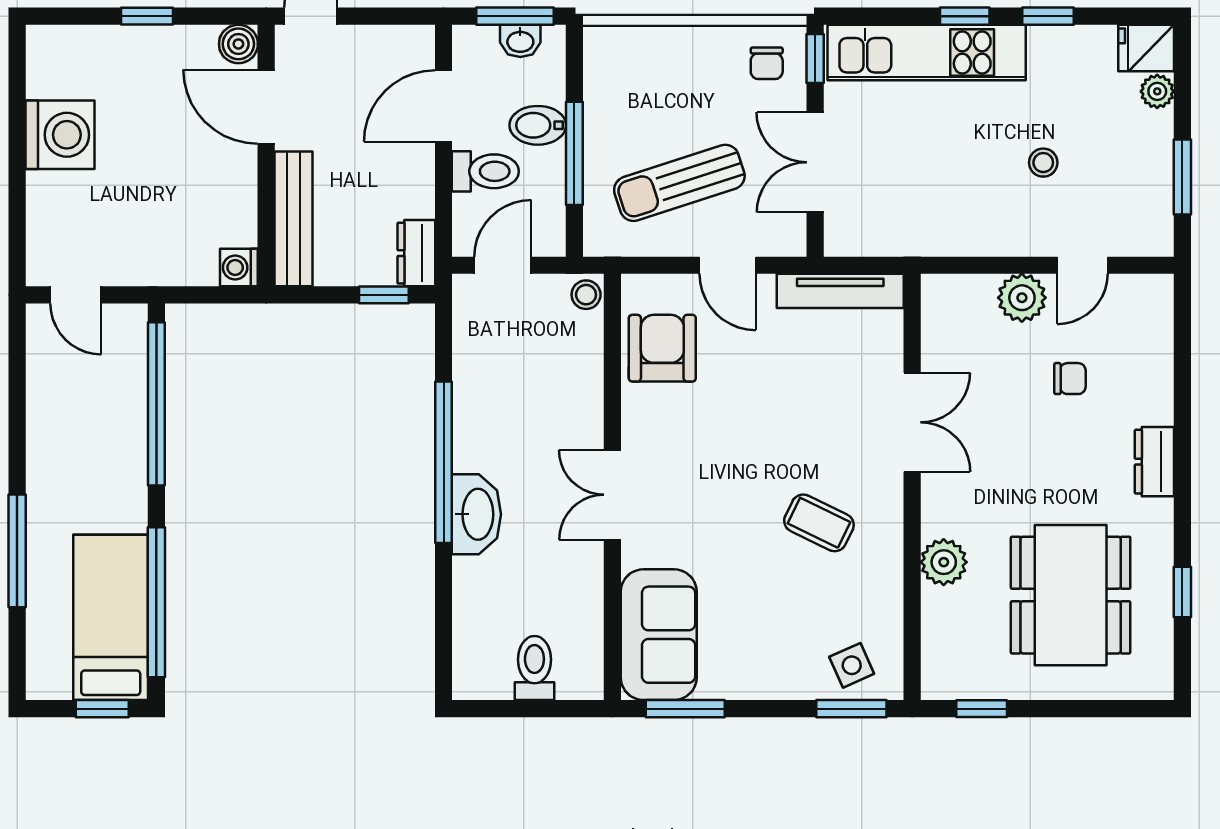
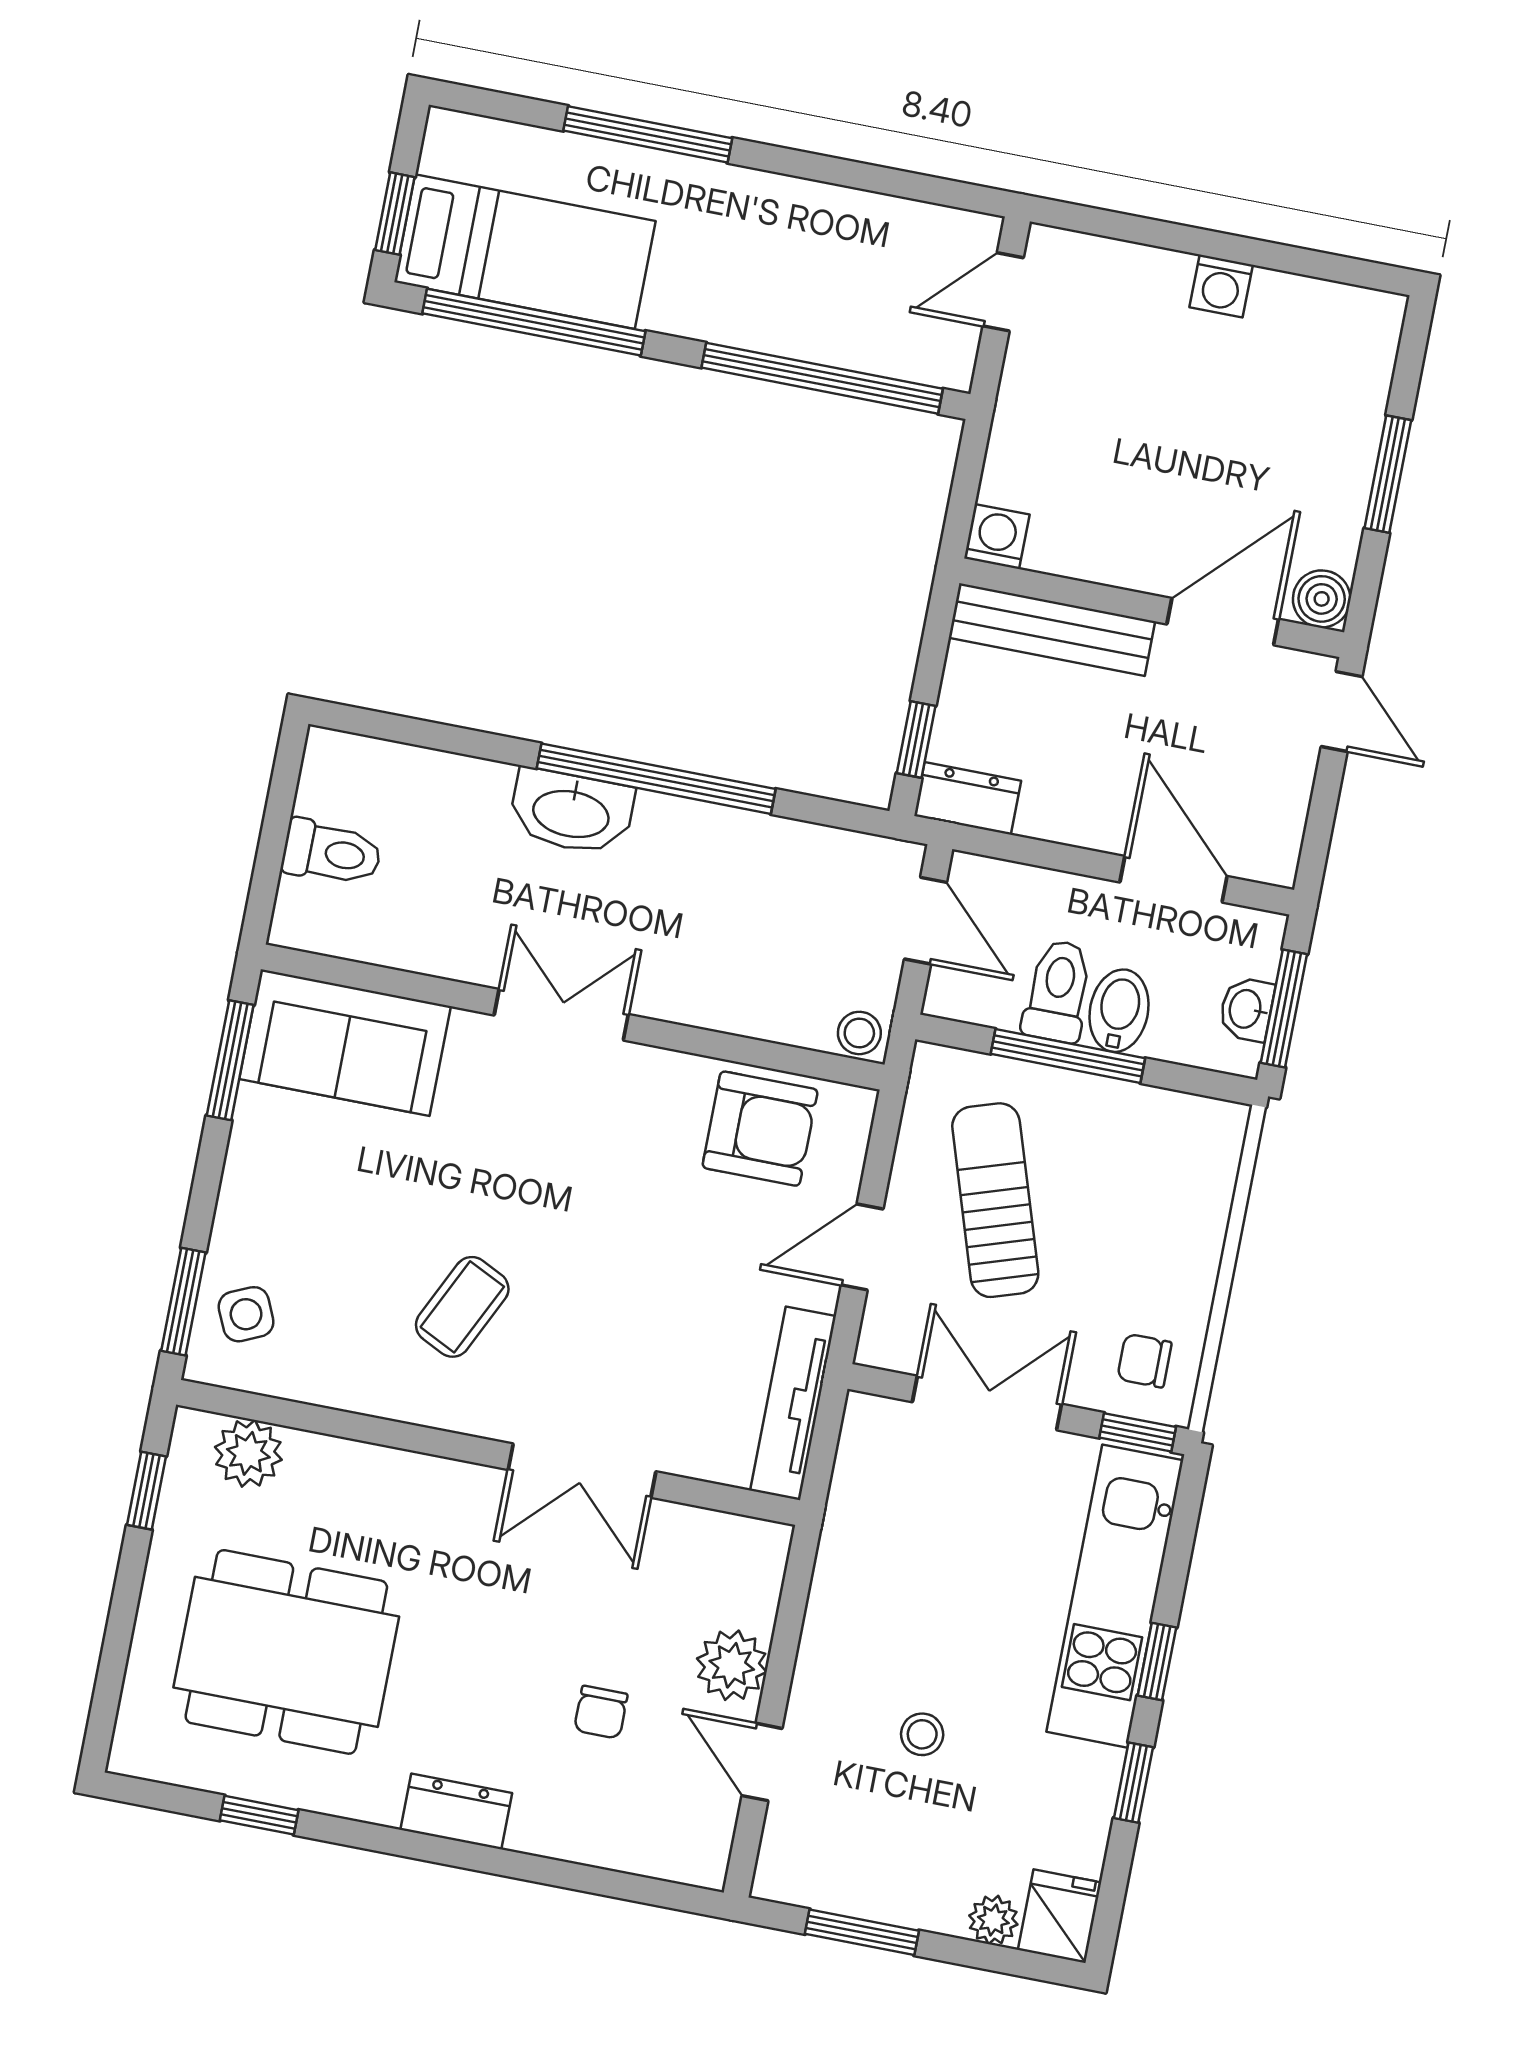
window: (147, 16) -> (1388, 474), width x1.50
washing machine: (60, 135) -> (1221, 286), width x0.53, depth x0.53
toilet: (485, 171) -> (1058, 991), moved, turned 180
plant: (944, 562) -> (248, 1453), moved

